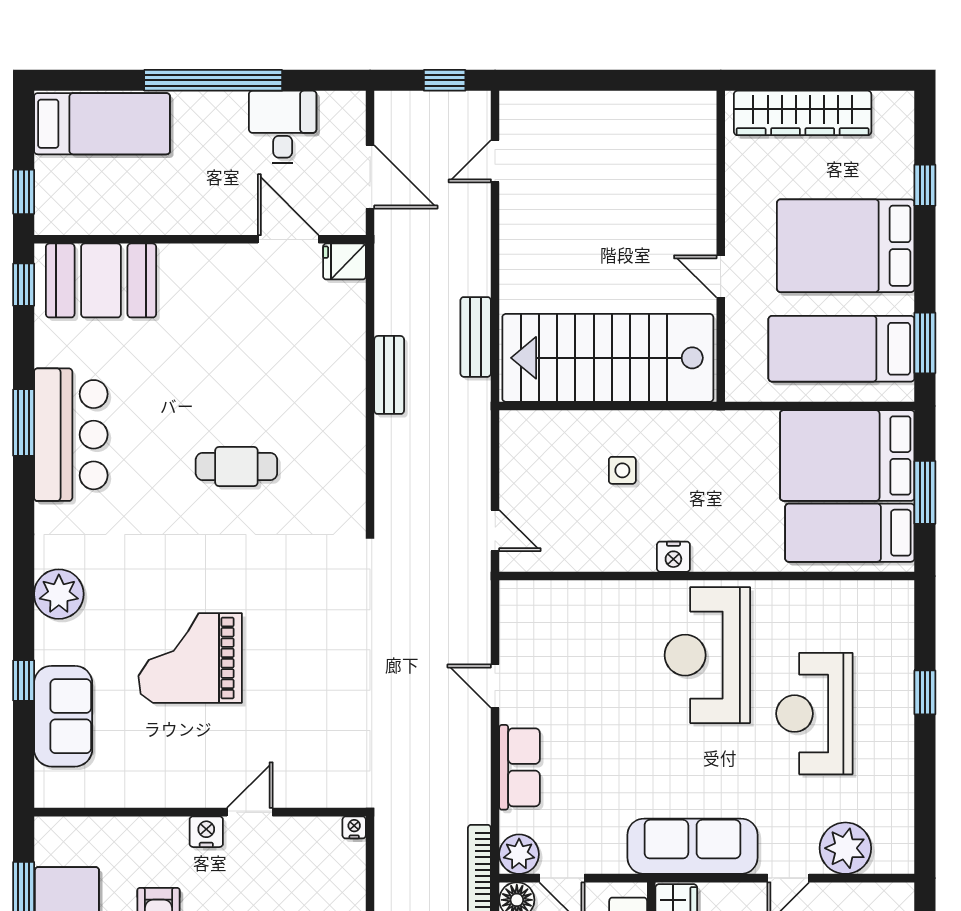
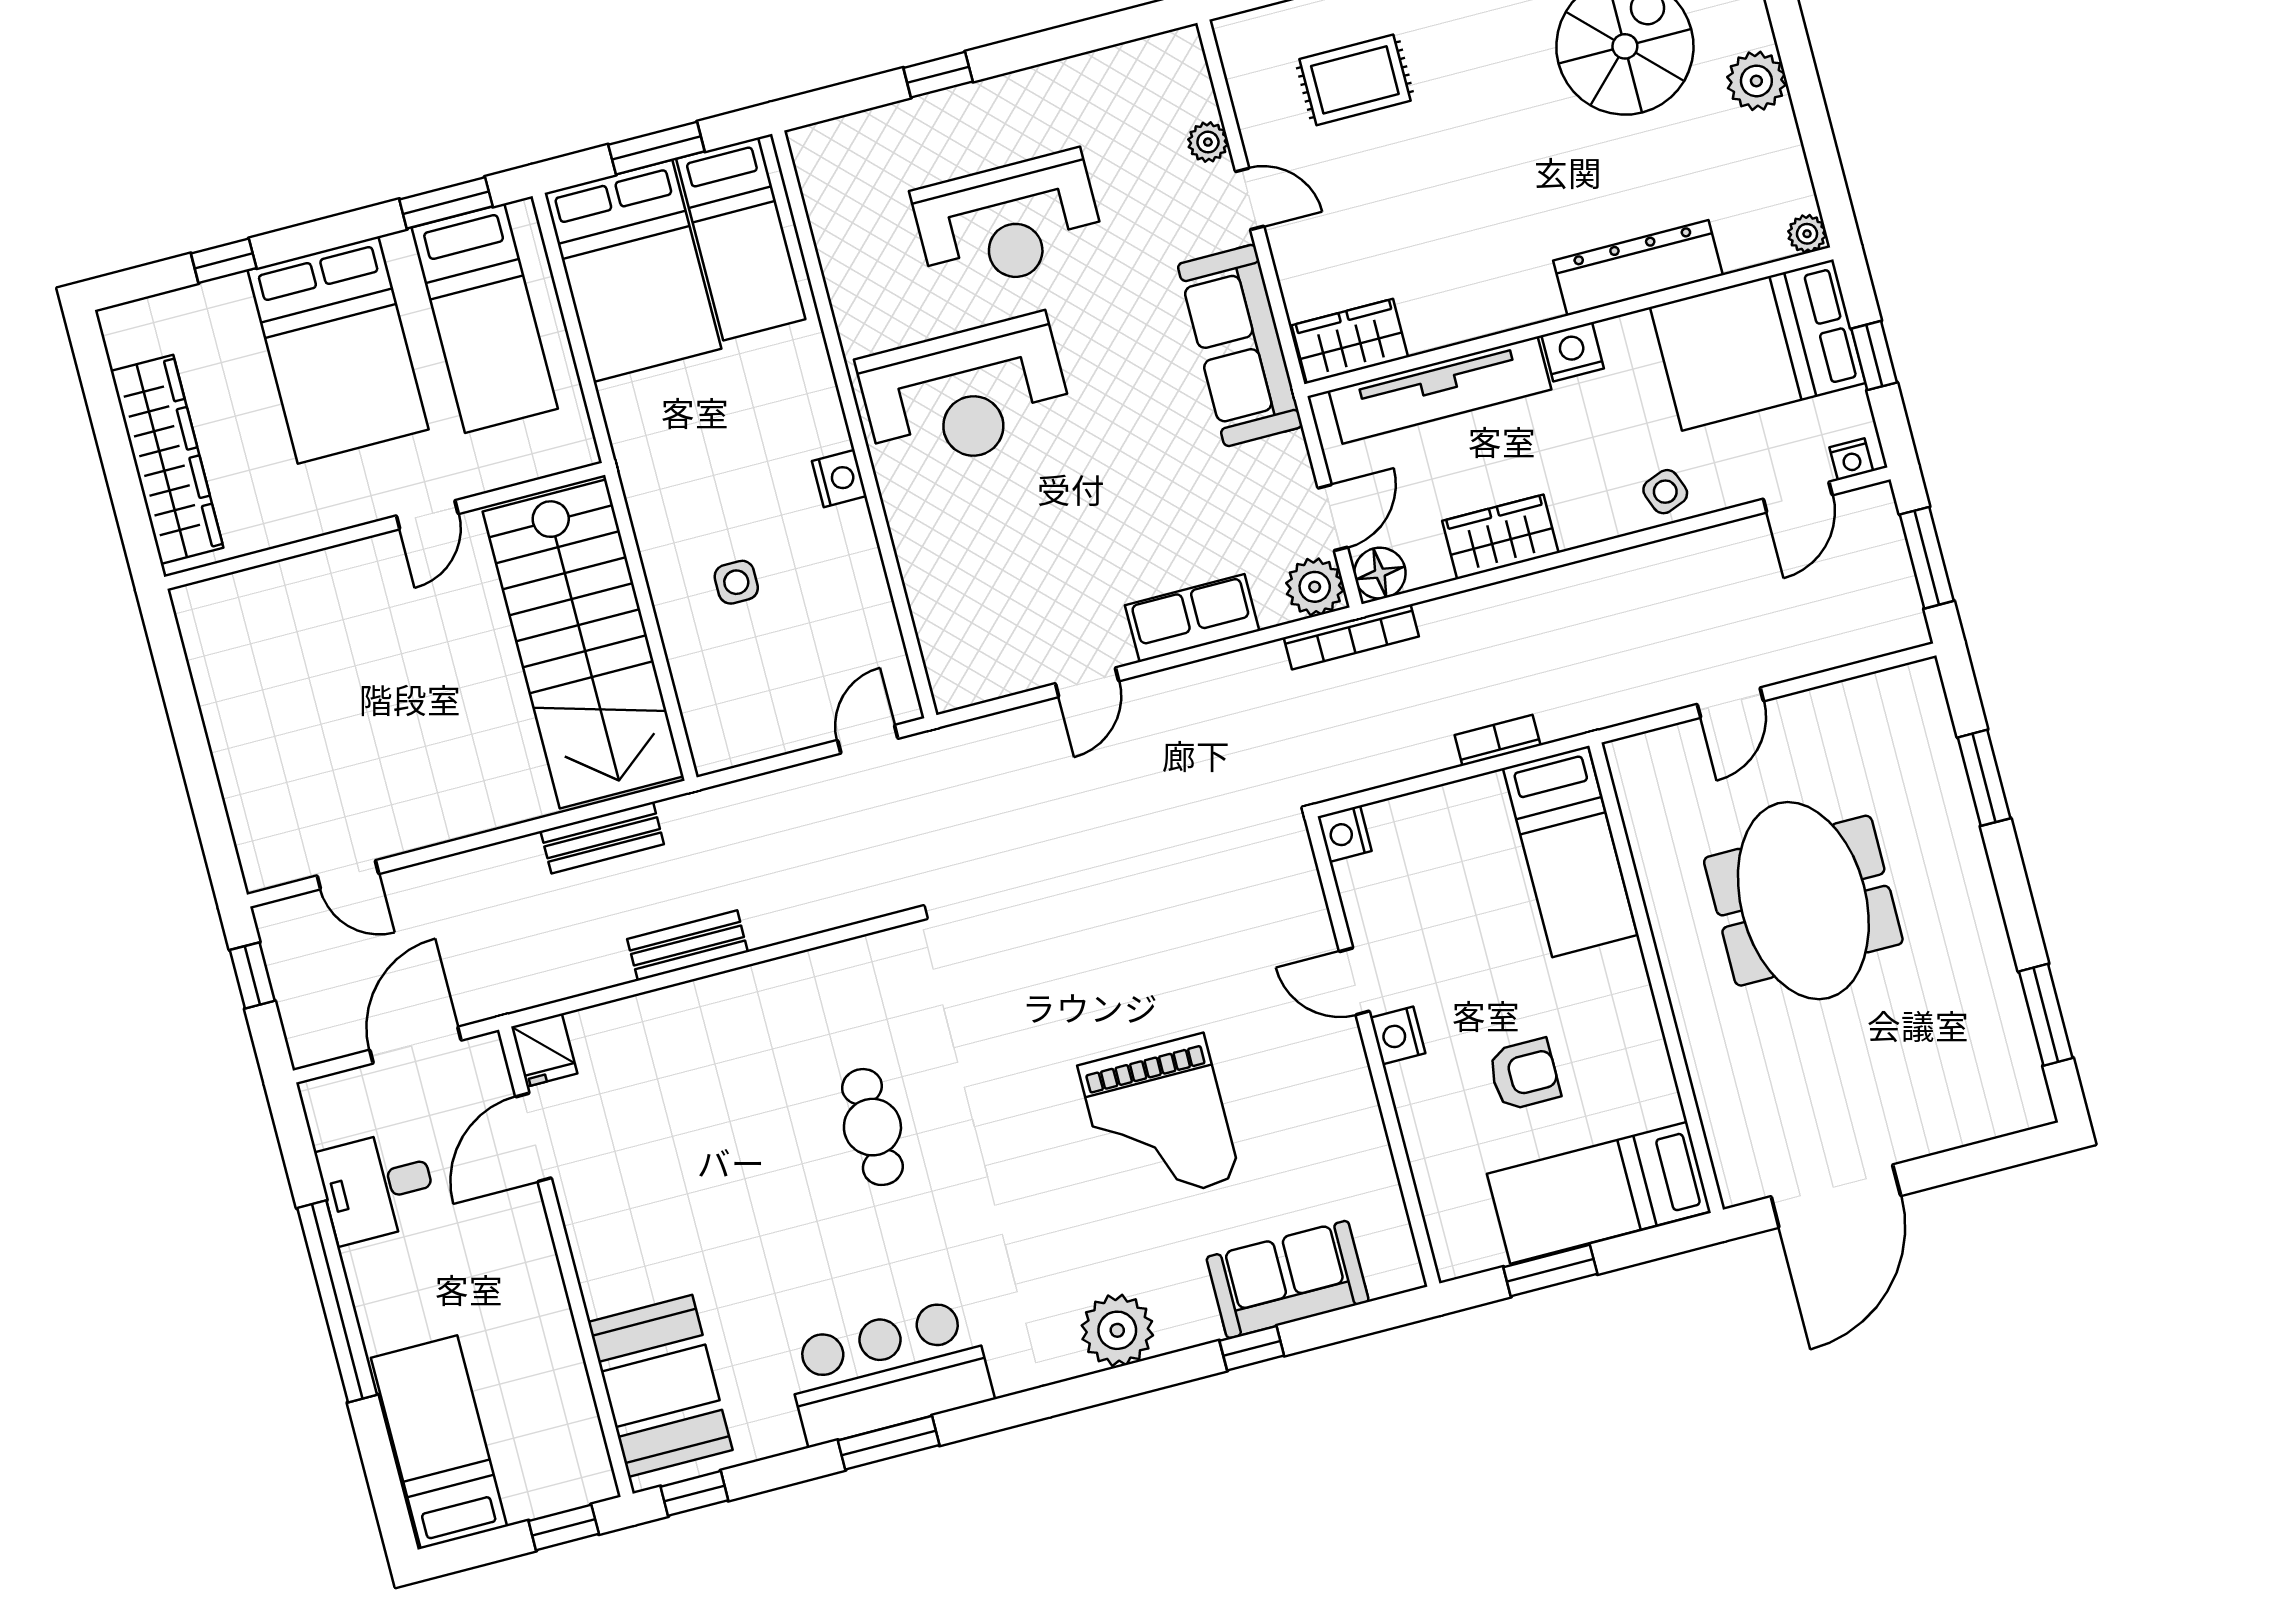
nightstand: (354, 827) -> (1345, 834), width x1.39, depth x1.35
plant: (845, 848) -> (1208, 142), width x0.53, depth x0.53

